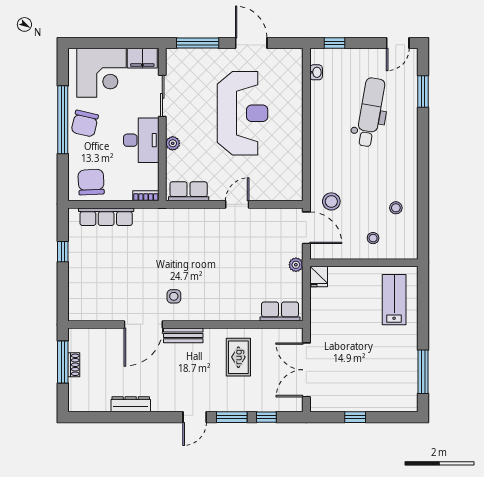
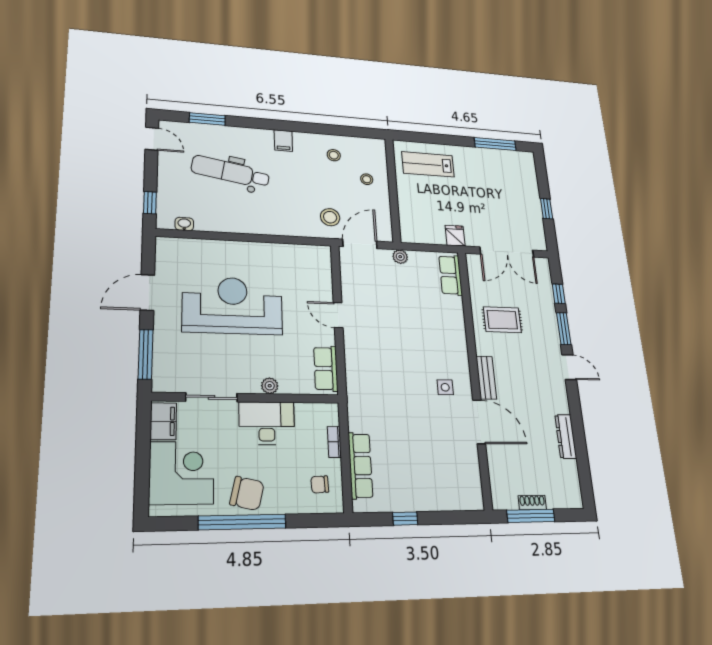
filing cabinet: (407, 161) -> (283, 141), added
chair: (91, 182) -> (320, 484), width x0.54, depth x0.54
bookcase: (146, 196) -> (334, 442), moved
fridge: (319, 277) -> (455, 236), moved, turned -90

